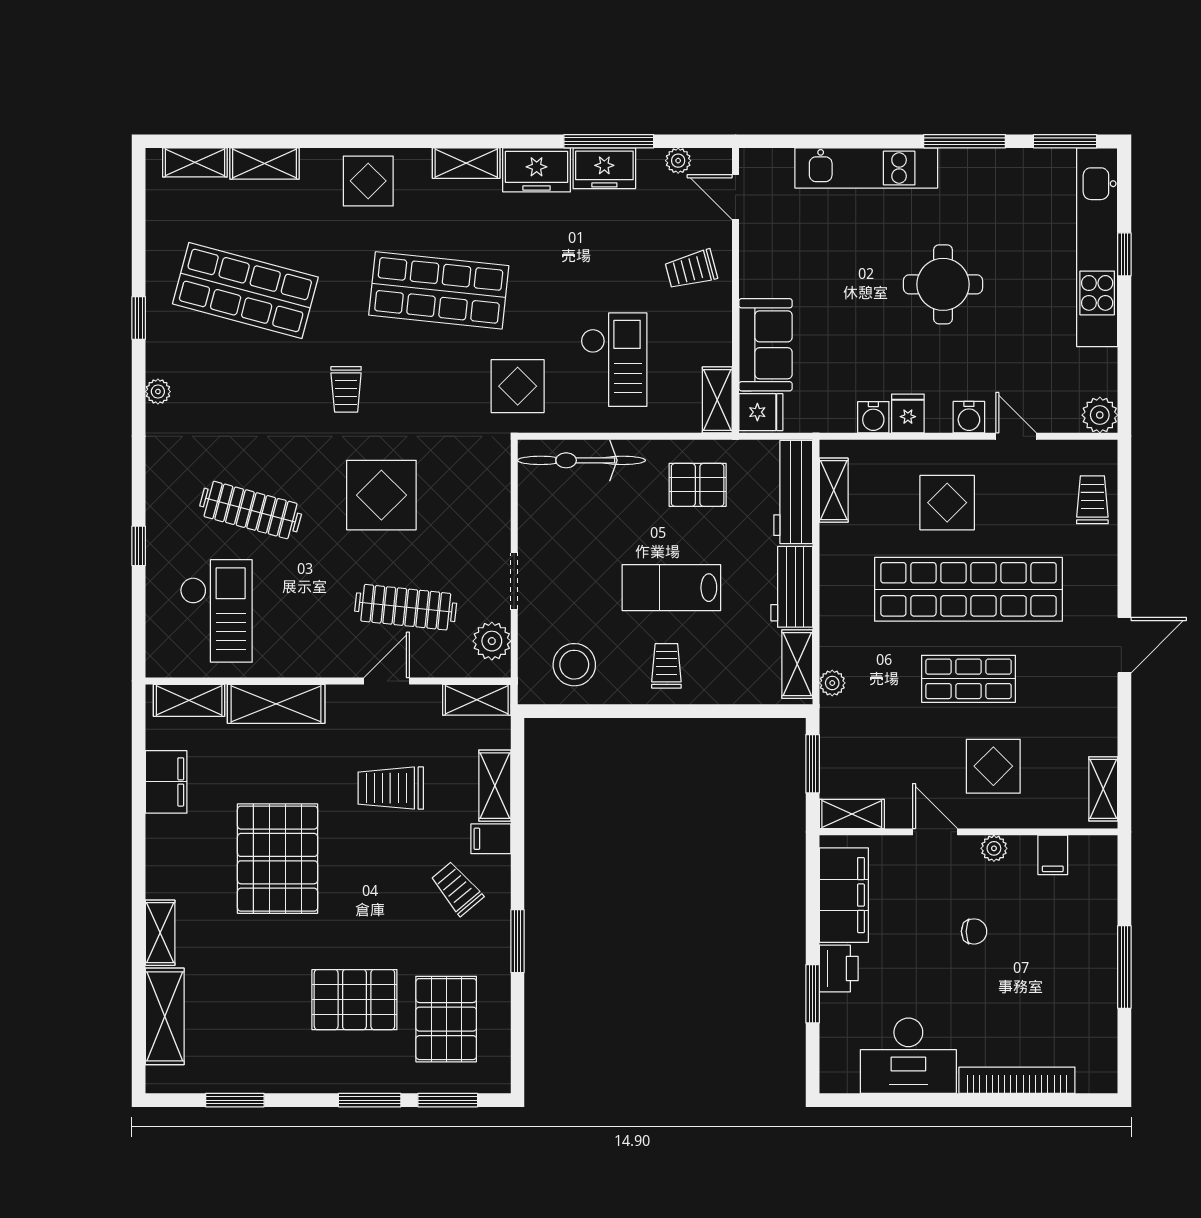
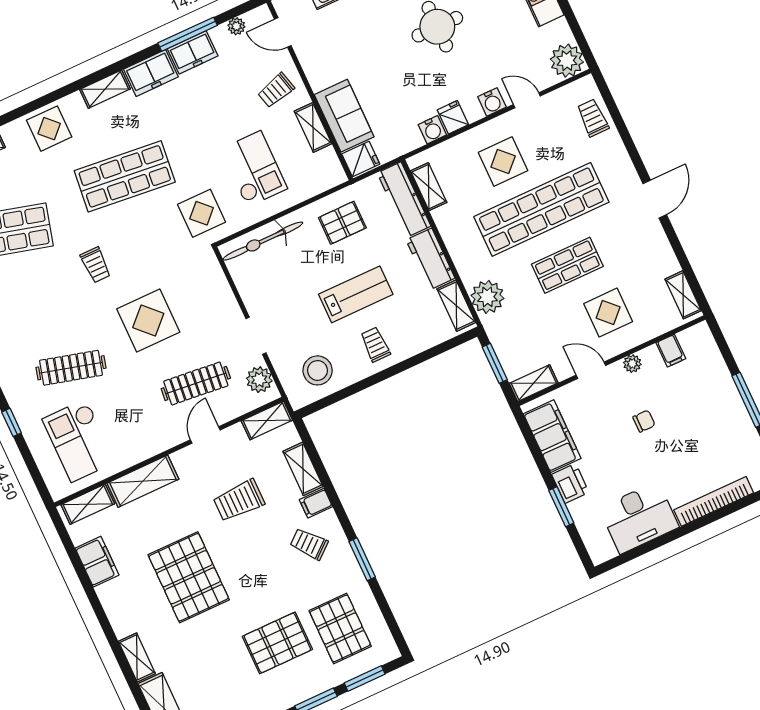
shelving: (717, 400) -> (313, 127), moved
plant: (1100, 415) -> (567, 61), width x1.36, depth x1.36
lab bench: (671, 588) -> (356, 294), turned 180
checkout: (216, 611) -> (79, 441), turned 180
plant: (832, 683) -> (487, 297), width x1.88, depth x1.88

